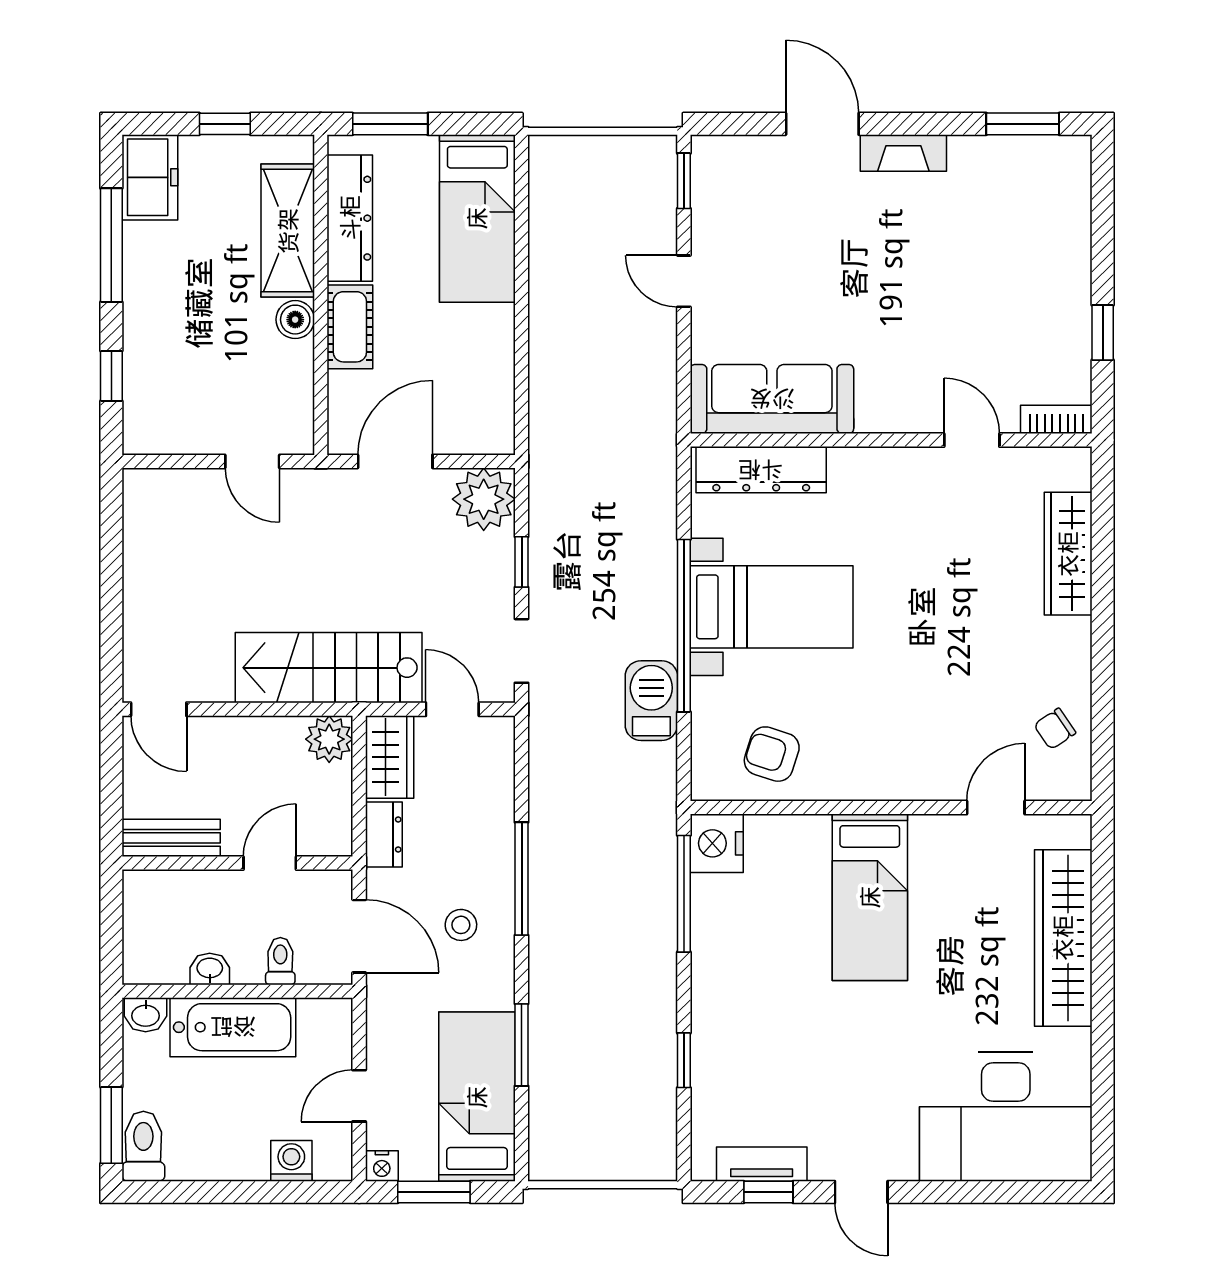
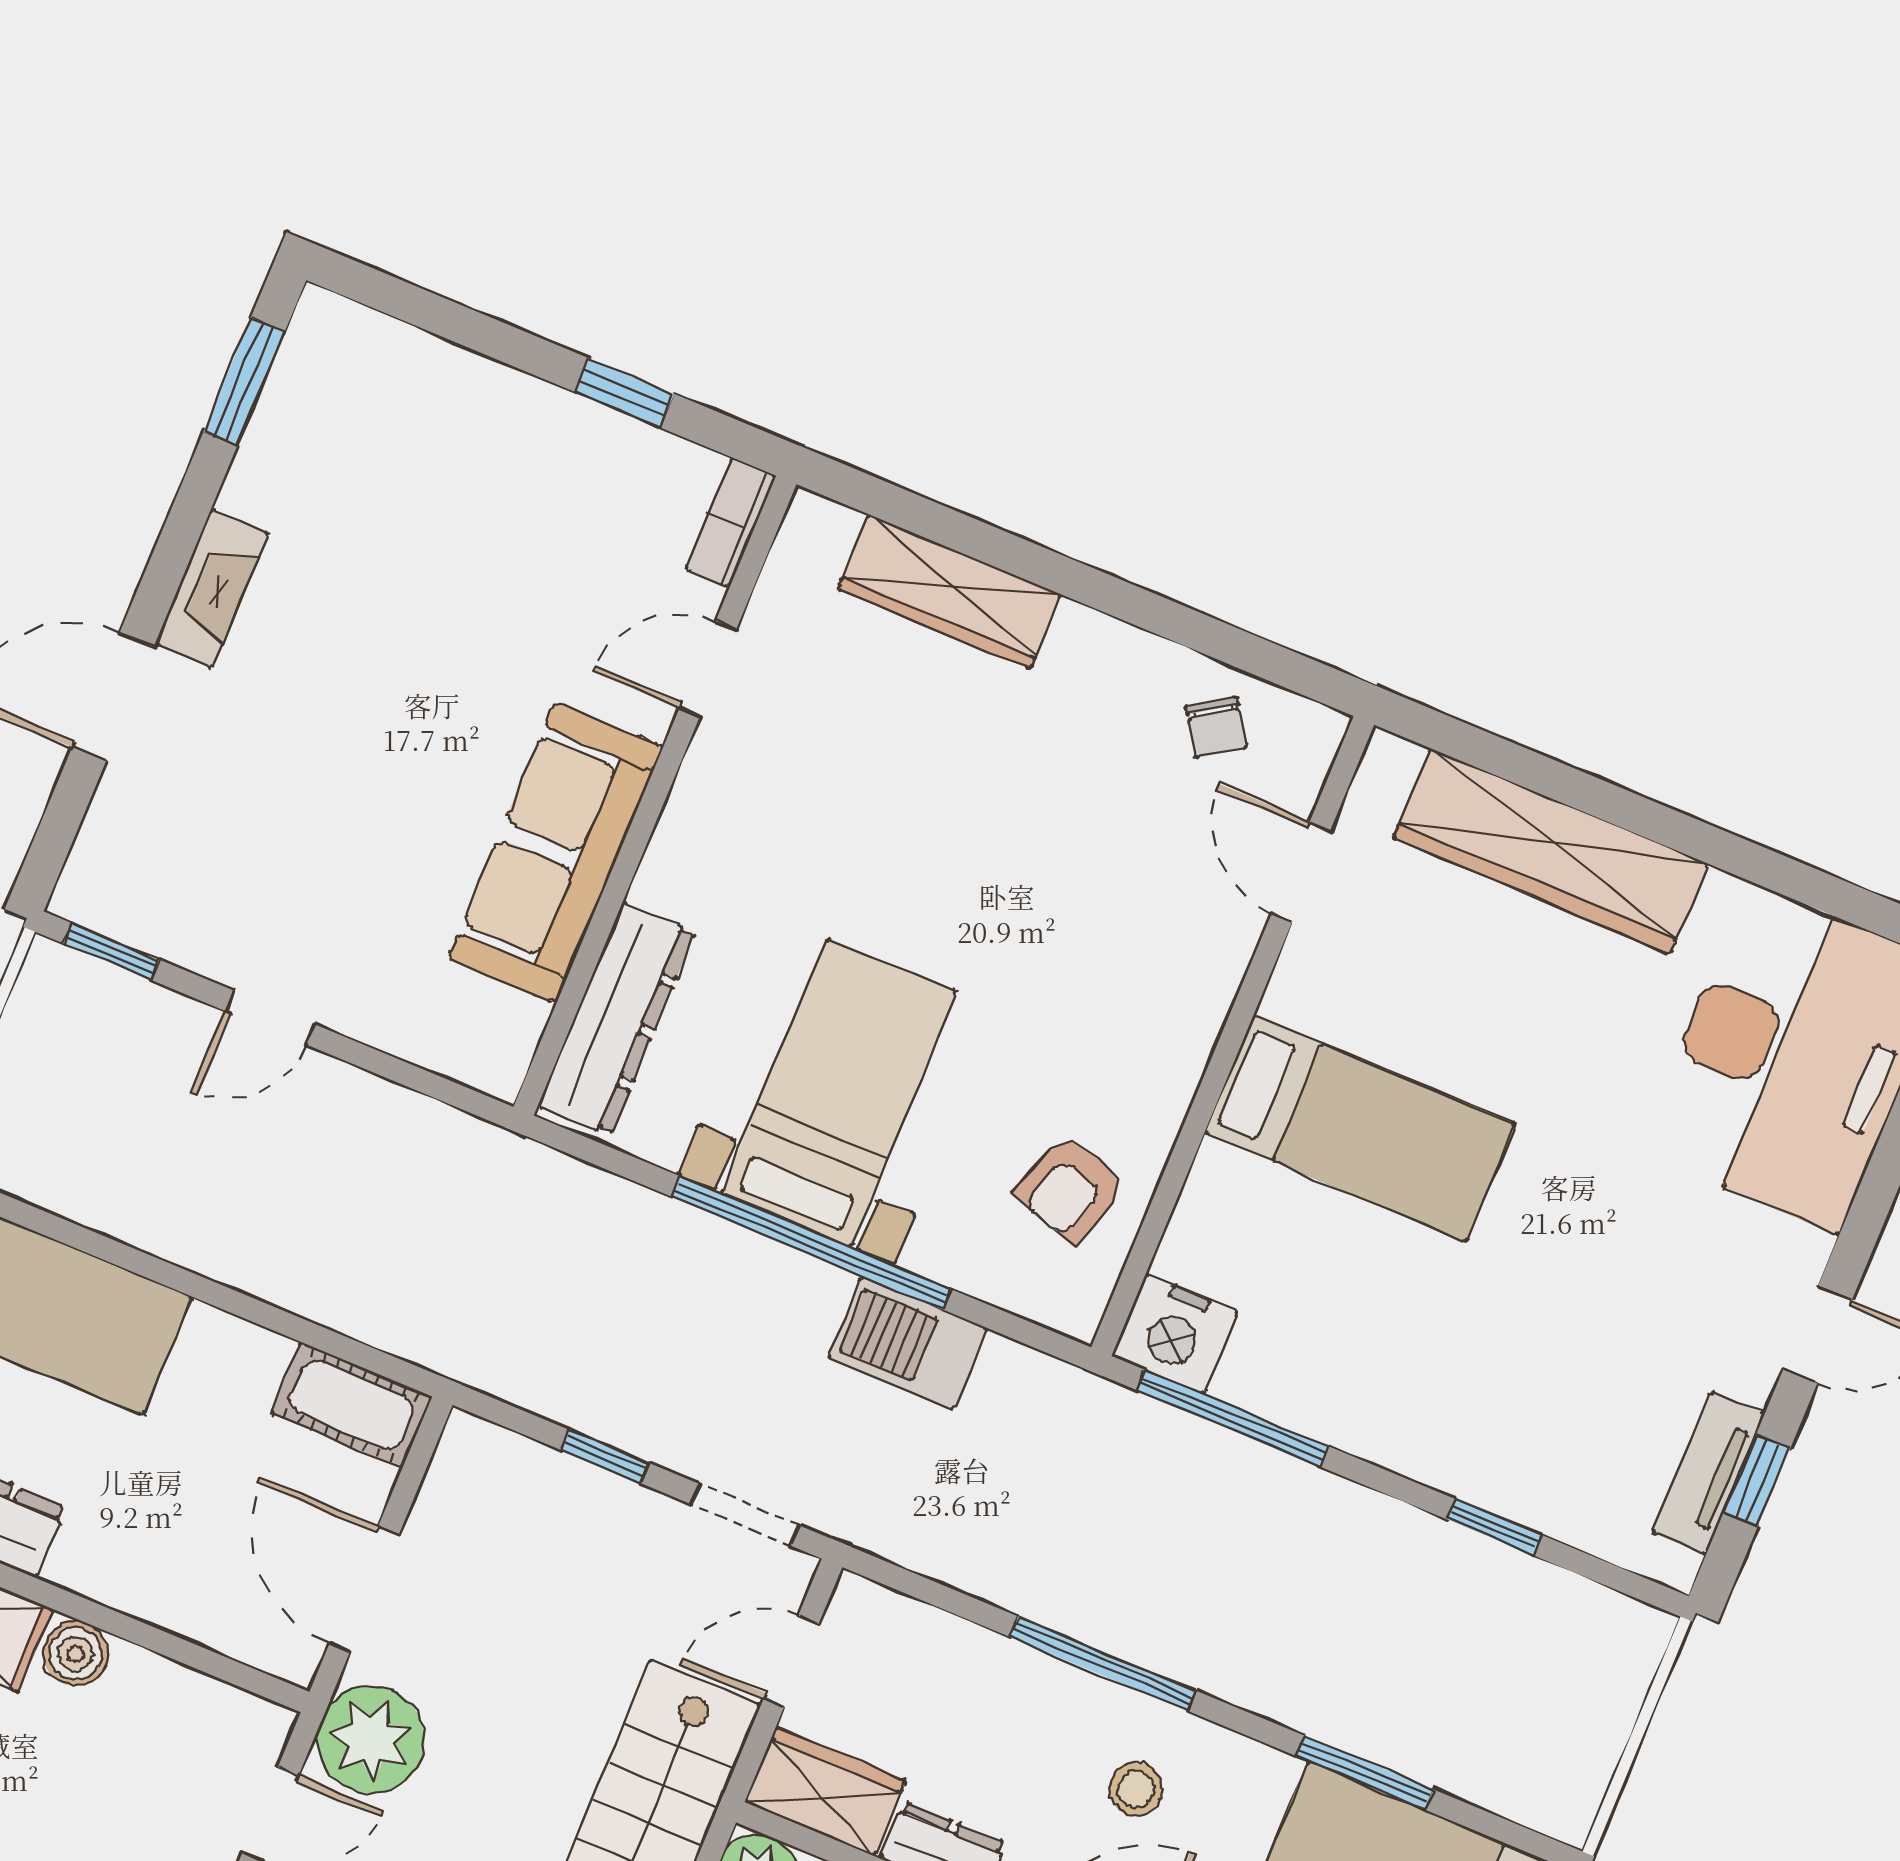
cot: (350, 327) -> (352, 1405), moved
sofa: (772, 399) -> (556, 852), moved
plant: (484, 499) -> (371, 1740), moved

